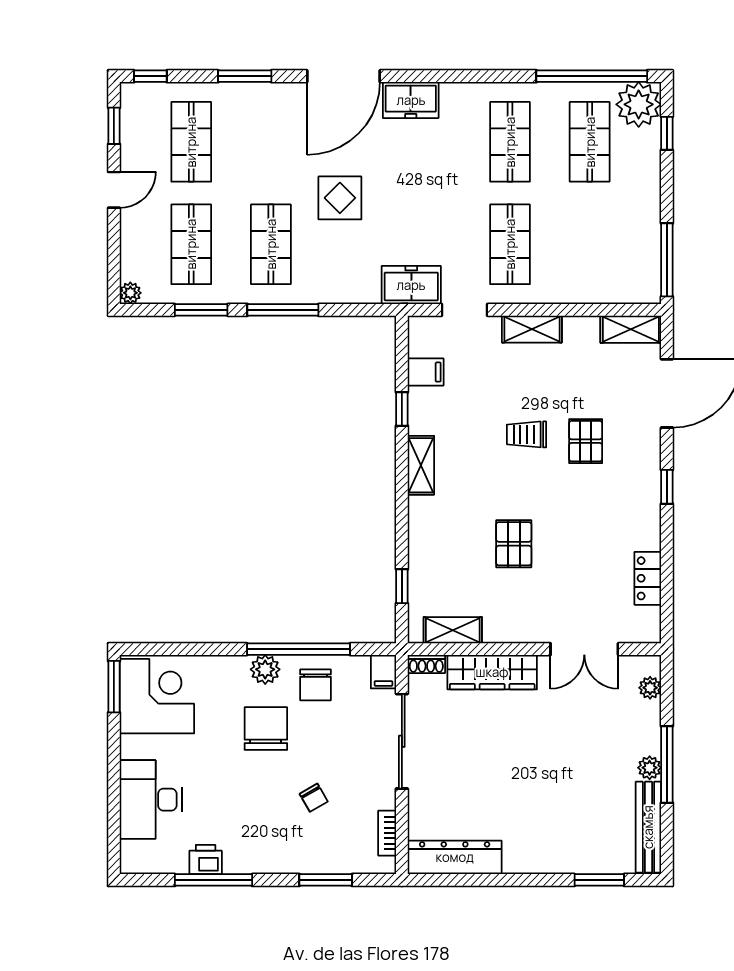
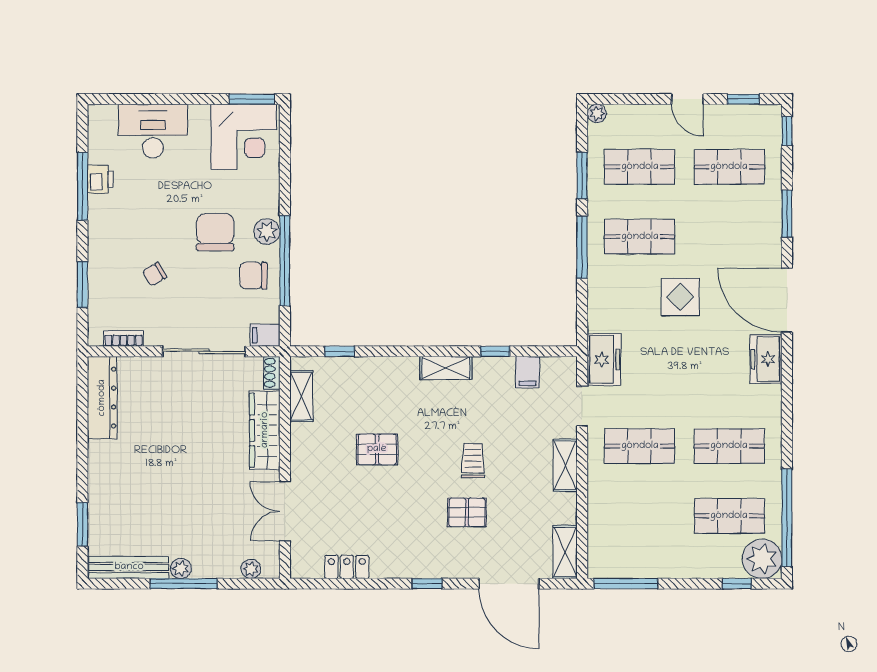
chair: (266, 729) -> (215, 232), turned -90

